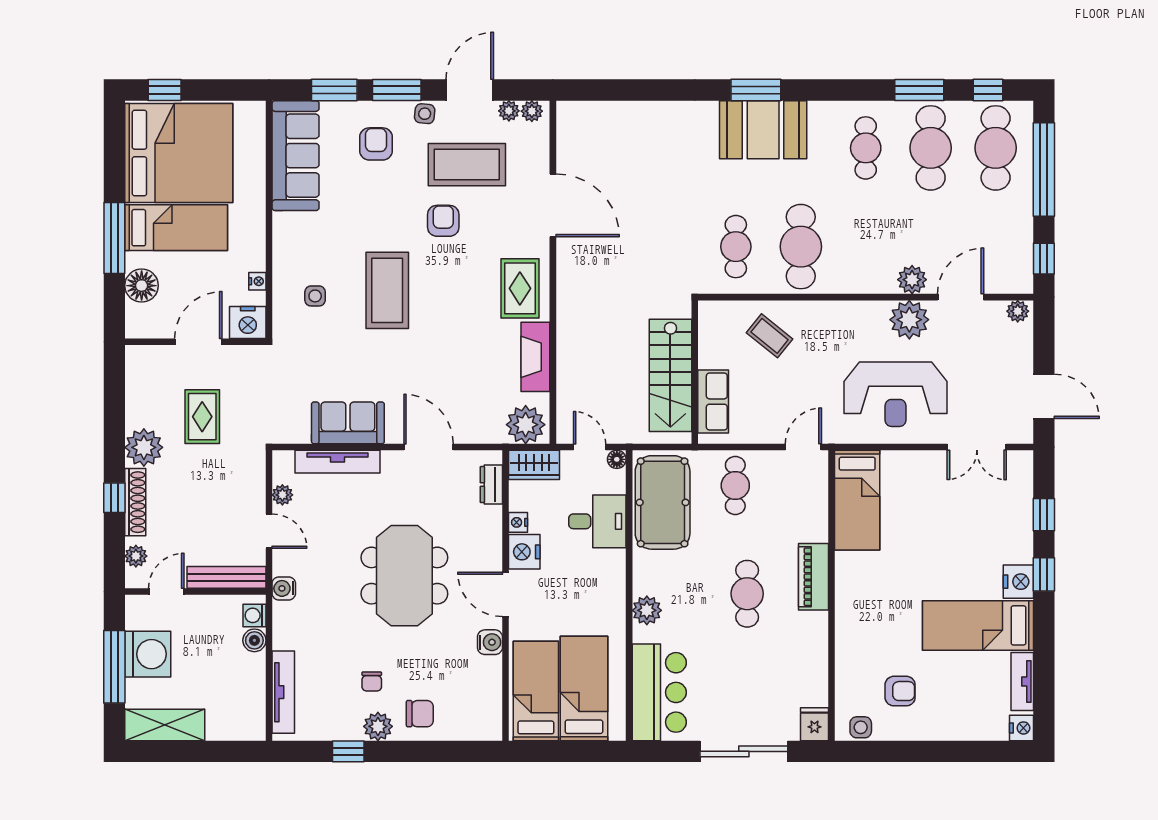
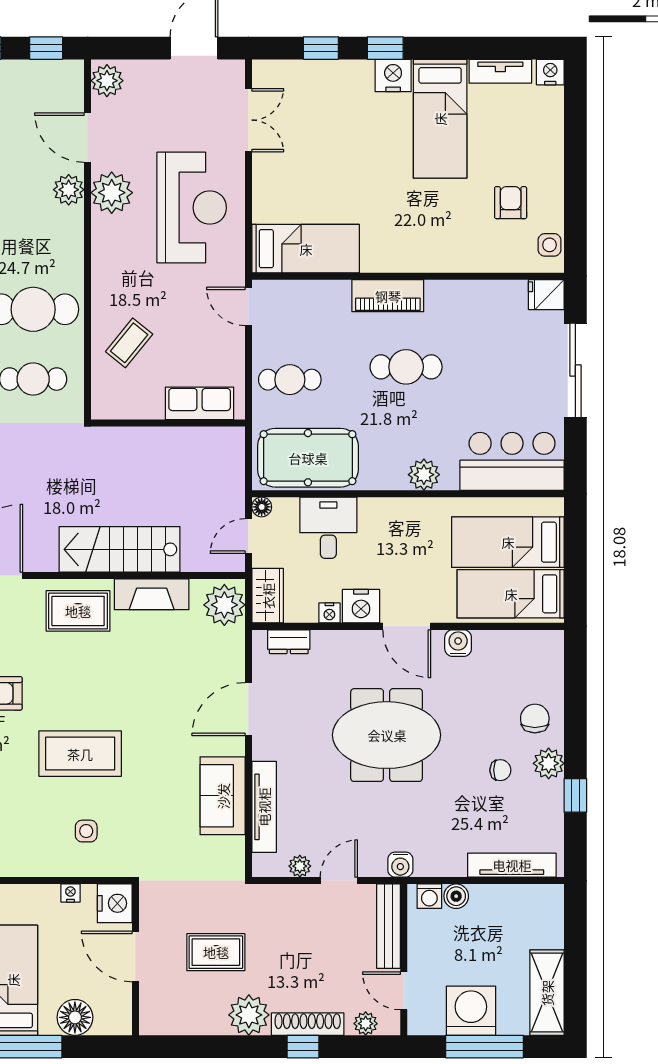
plant: (1018, 311) -> (107, 81), width x1.38, depth x1.38
stairs: (670, 375) -> (120, 549), moved, turned 180
door: (506, 594) -> (407, 626), hinge flipped

